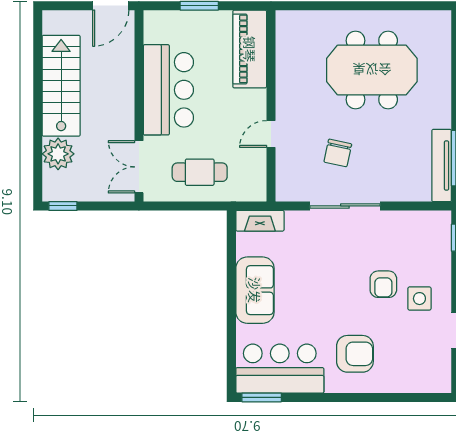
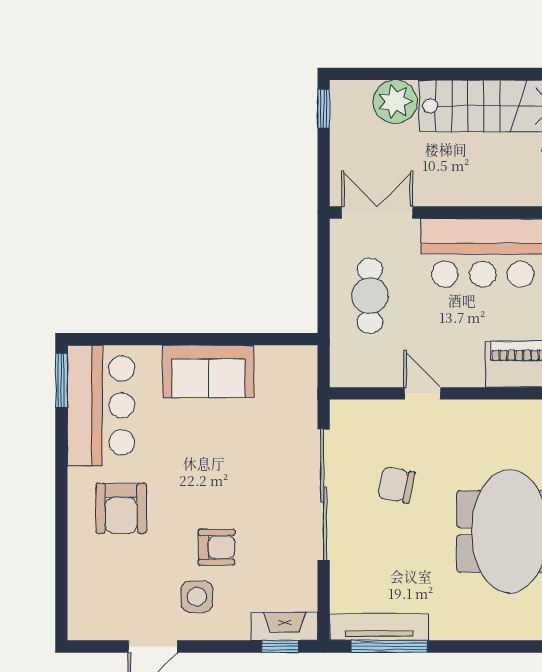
sliding door: (345, 206) -> (324, 495), width x1.36
fireplace: (260, 221) -> (285, 626), moved, turned 90
armchair: (383, 284) -> (216, 547), turned 180

